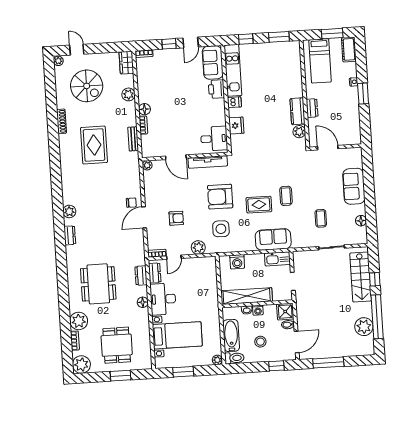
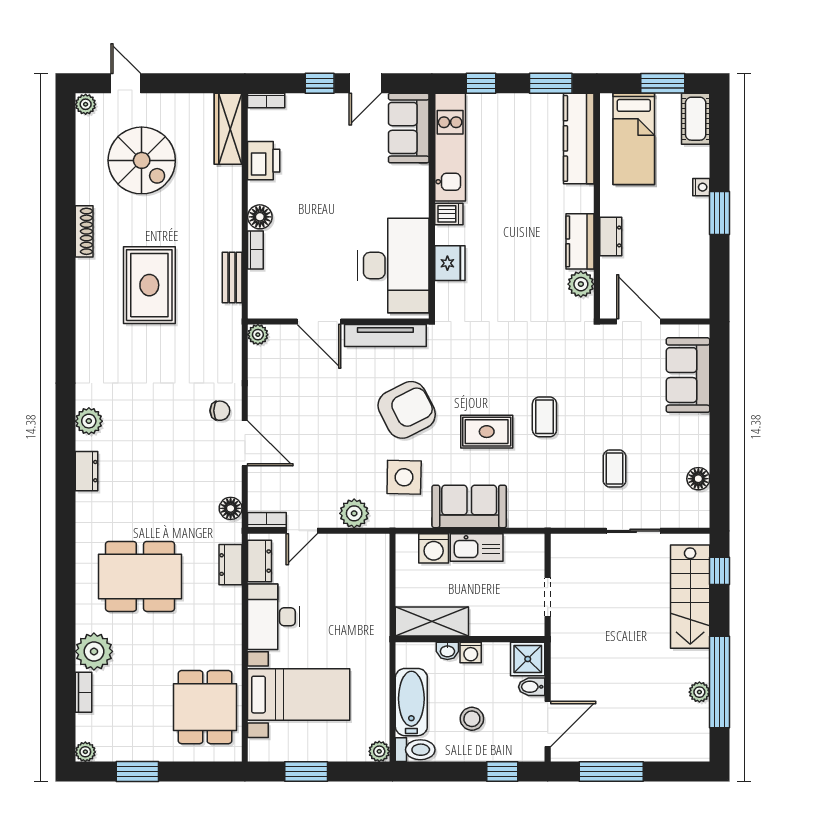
kitchen counter: (294, 62) -> (579, 138), added
wardrobe: (126, 63) -> (228, 129), width x1.50
printer: (216, 89) -> (264, 161), moved, turned 180
plant: (128, 94) -> (228, 184), removed
desk: (214, 139) -> (393, 265), width x1.87, depth x1.30
sofa: (354, 186) -> (688, 375), moved
armchair: (220, 197) -> (407, 410), turned 153
door: (144, 217) -> (245, 443), swing flipped
armchair: (176, 218) -> (312, 449), removed
sofa: (273, 239) -> (469, 506), moved
kitchen sink: (277, 259) -> (477, 548), moved
window: (375, 279) -> (719, 571), moved
dining table: (98, 284) -> (140, 576), turned 90
shelving: (247, 296) -> (432, 622), width x0.68
floor lamp: (143, 302) -> (231, 508), moved
plant: (364, 327) -> (699, 692), width x0.53, depth x0.53
dining table: (117, 345) -> (205, 707), moved
plant: (81, 365) -> (85, 752), width x0.53, depth x0.53
window: (121, 376) -> (137, 772), moved

